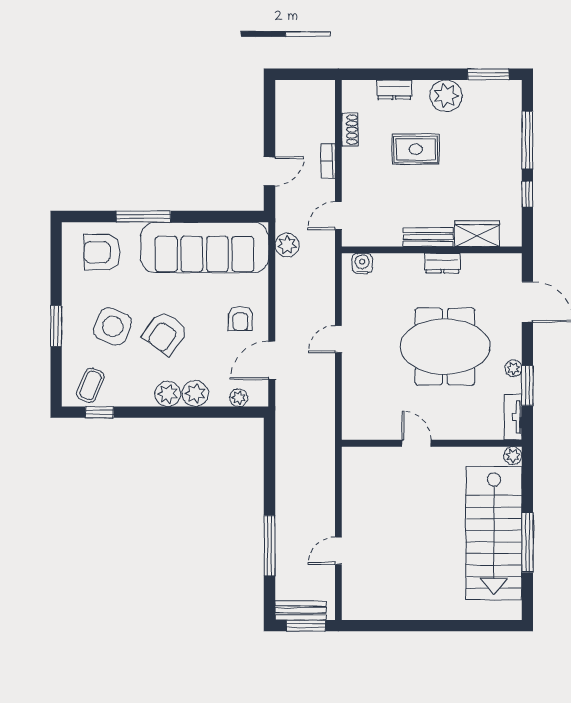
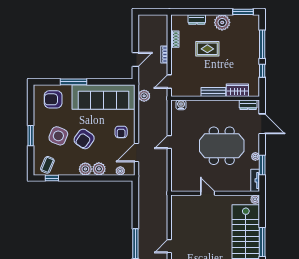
dresser: (442, 263) -> (248, 105), moved

